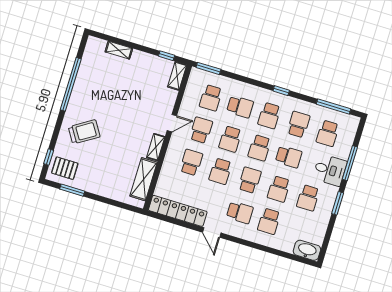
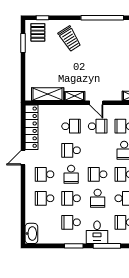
school desk: (230, 139) -> (98, 150), removed
school desk: (250, 180) -> (71, 174), turned 90
school desk: (240, 212) -> (45, 174), turned 90

